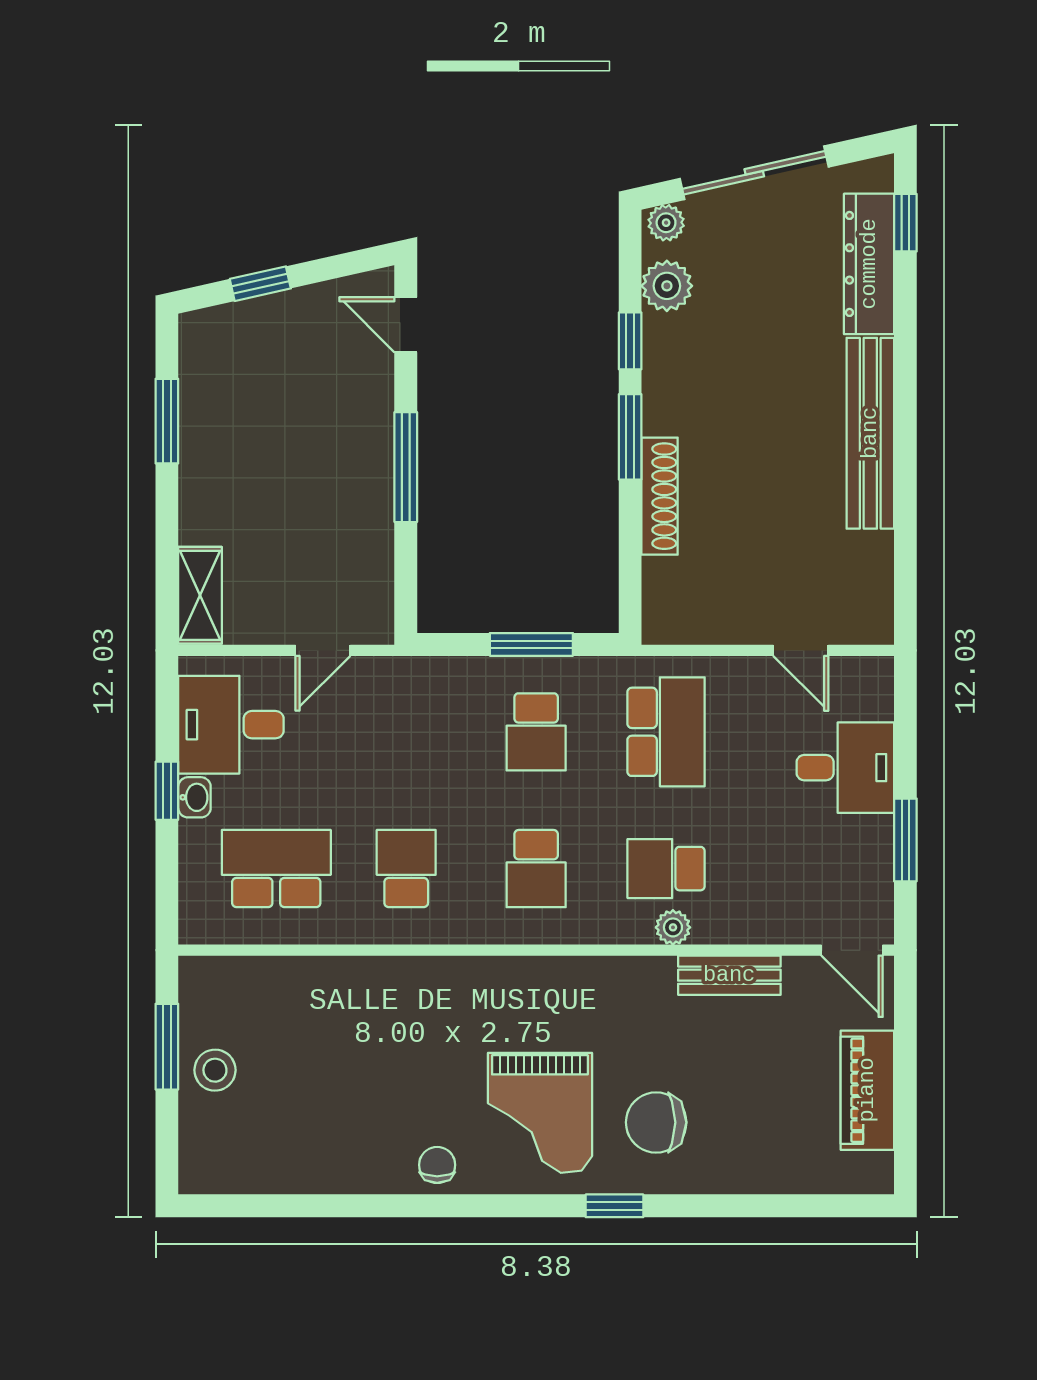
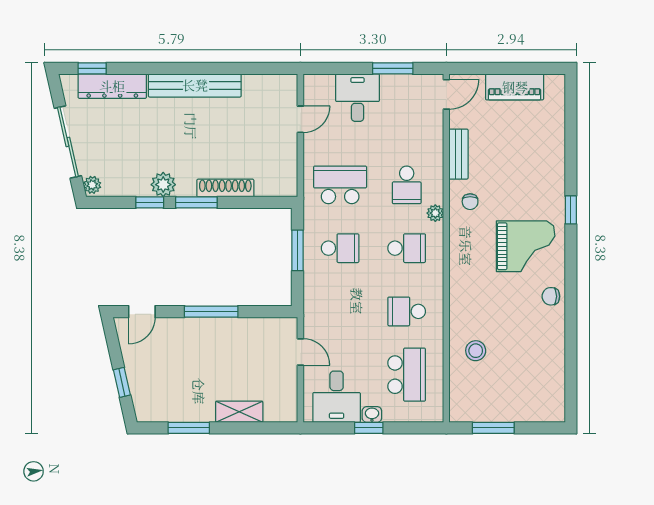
plant: (667, 286) -> (163, 185), moved
shelving: (200, 595) -> (239, 412), moved
school desk: (276, 869) -> (407, 375), turned 180
plant: (673, 927) -> (435, 213), moved
stool: (215, 1070) -> (476, 351), moved
chair: (656, 1122) -> (470, 202), moved, width x0.54, depth x0.54

